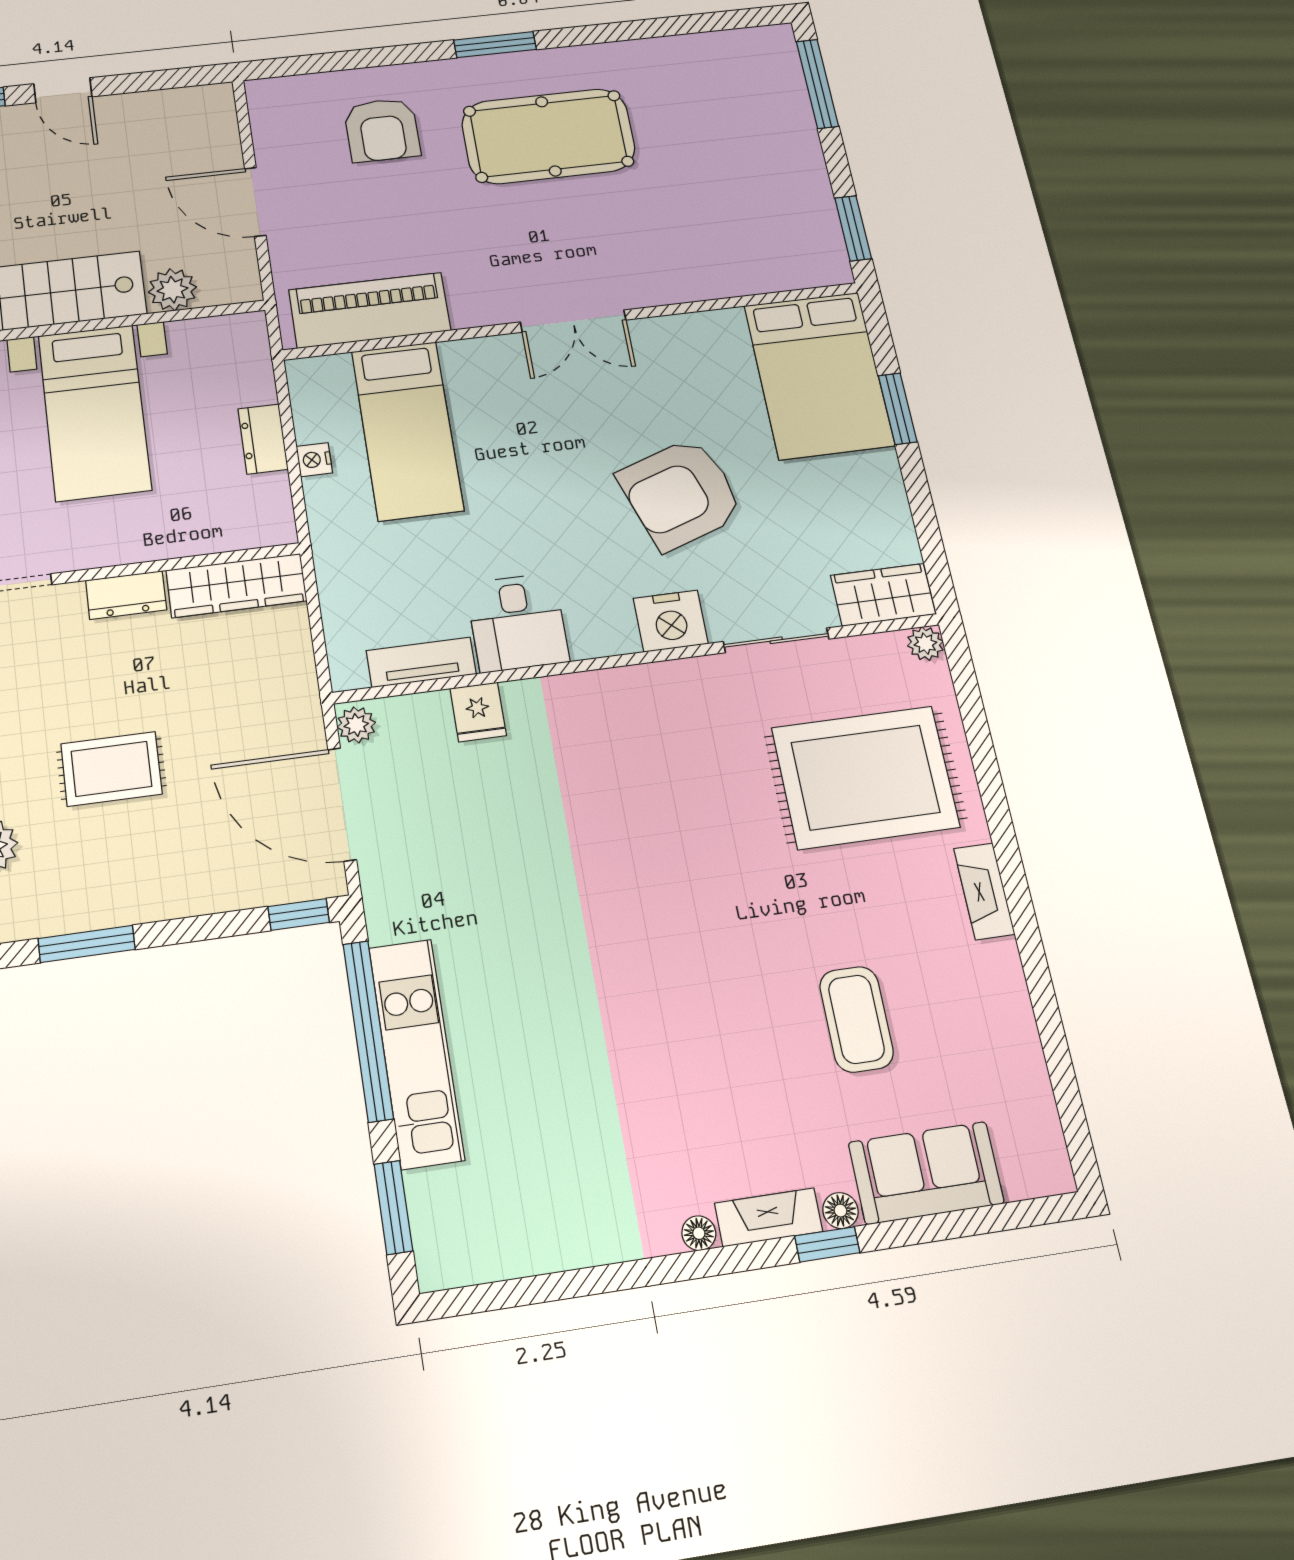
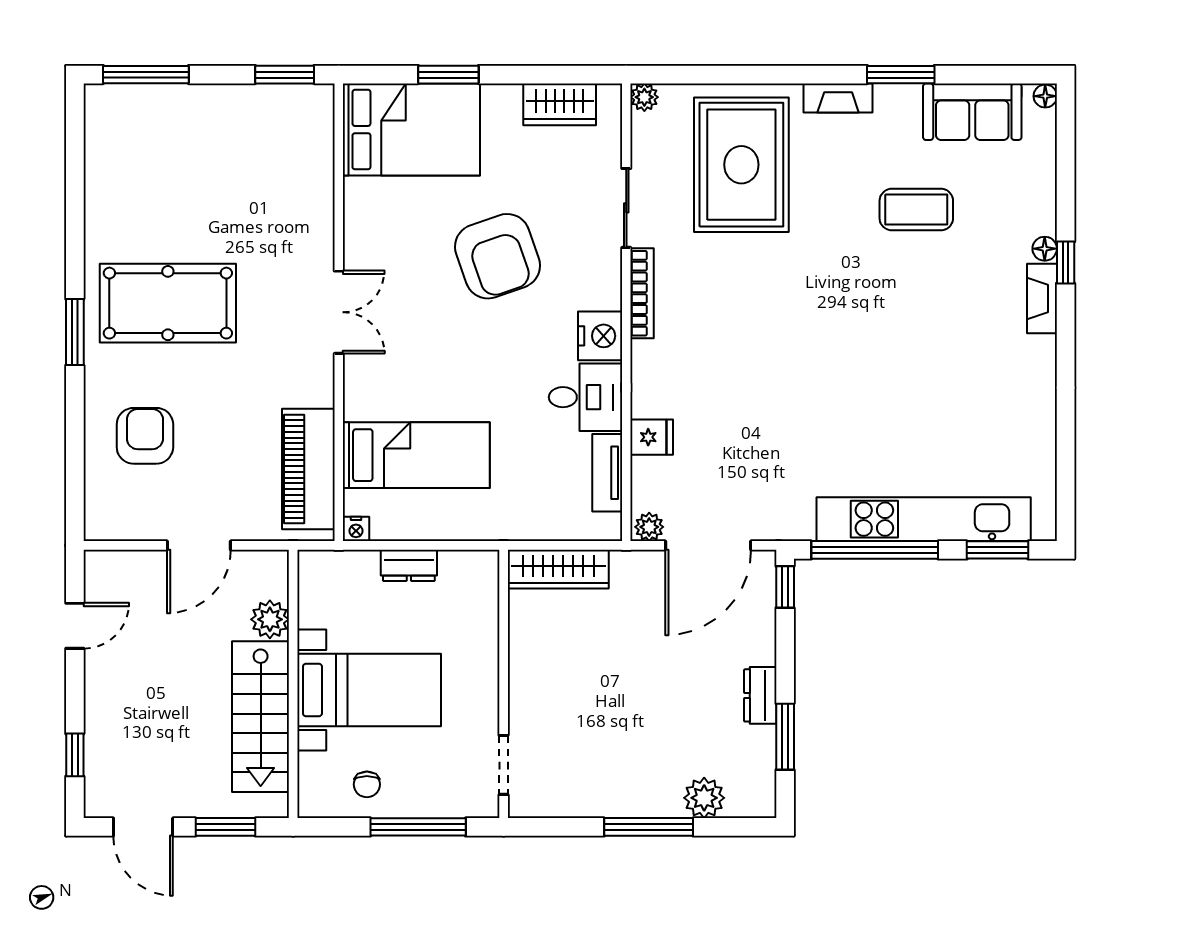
door: (63, 90) -> (75, 626), moved
armchair: (382, 130) -> (145, 436), turned -90
pool table: (548, 136) -> (168, 303), turned 90
nightstand: (314, 460) -> (356, 529), moved
wardrobe: (236, 586) -> (558, 569), moved, turned 90
dresser: (126, 595) -> (760, 695), moved, turned 180
wardrobe: (883, 595) -> (560, 104), moved, turned -90
nightstand: (671, 621) -> (600, 336), moved
bookcase: (668, 675) -> (642, 293), added
rug: (111, 769) -> (658, 706), removed
window: (1036, 971) -> (901, 75), added
kitchen unit: (416, 1053) -> (924, 519), width x1.36
sofa: (926, 1173) -> (972, 112), moved, turned -90
floor lamp: (699, 1233) -> (1045, 96), moved

